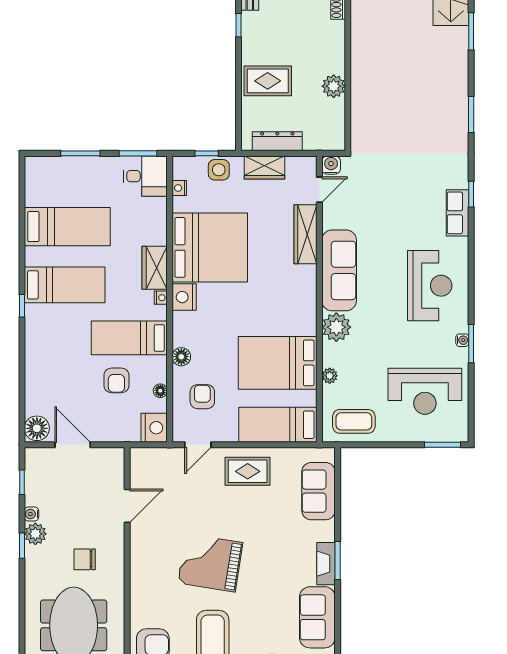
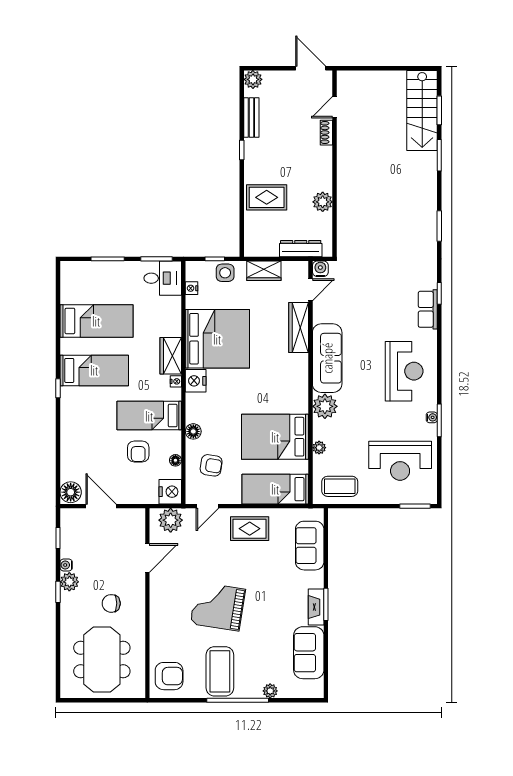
dresser: (277, 141) -> (301, 249), moved
armchair: (202, 397) -> (211, 465), turned 99
plant: (154, 461) -> (171, 520), added

